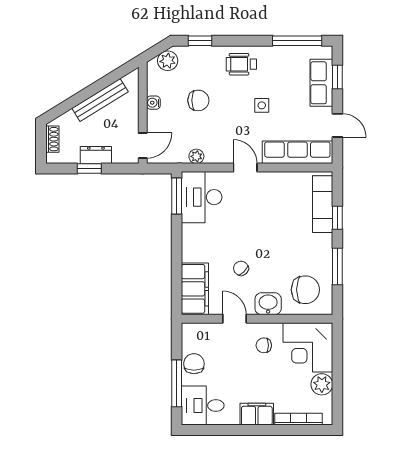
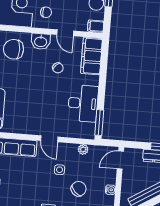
chair: (198, 100) -> (79, 189), turned 135
side table: (262, 105) -> (60, 170), moved
desk: (202, 197) -> (83, 103), moved
filing cabinet: (192, 331) -> (96, 26), added

